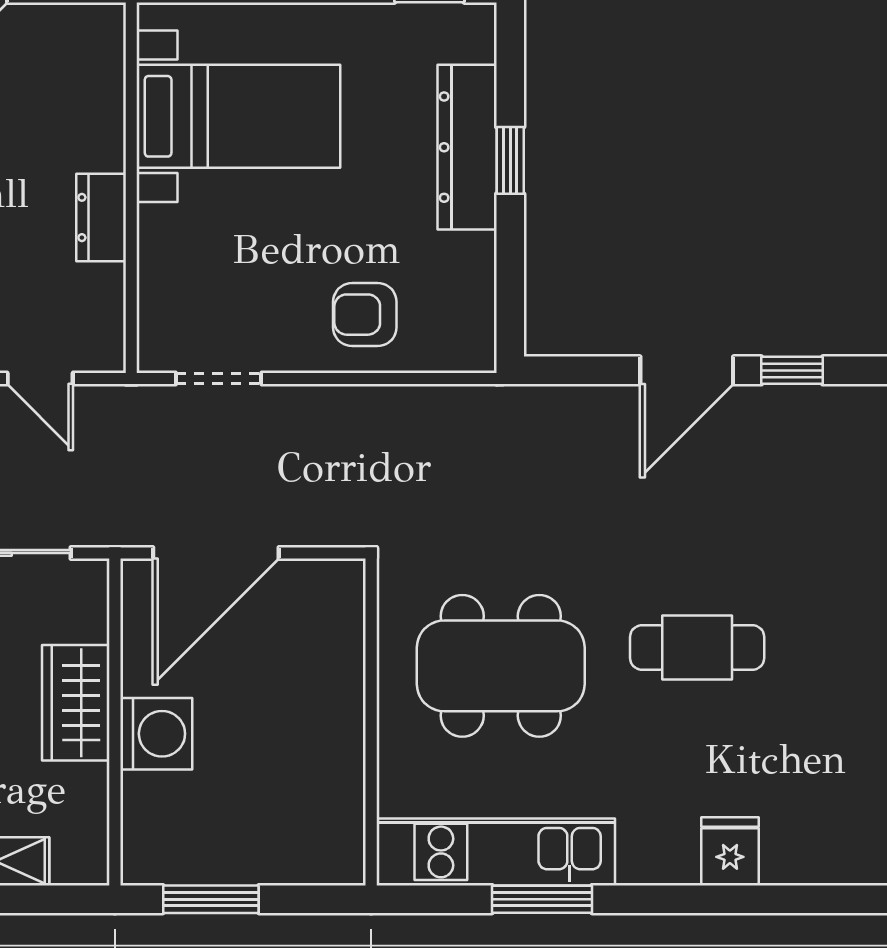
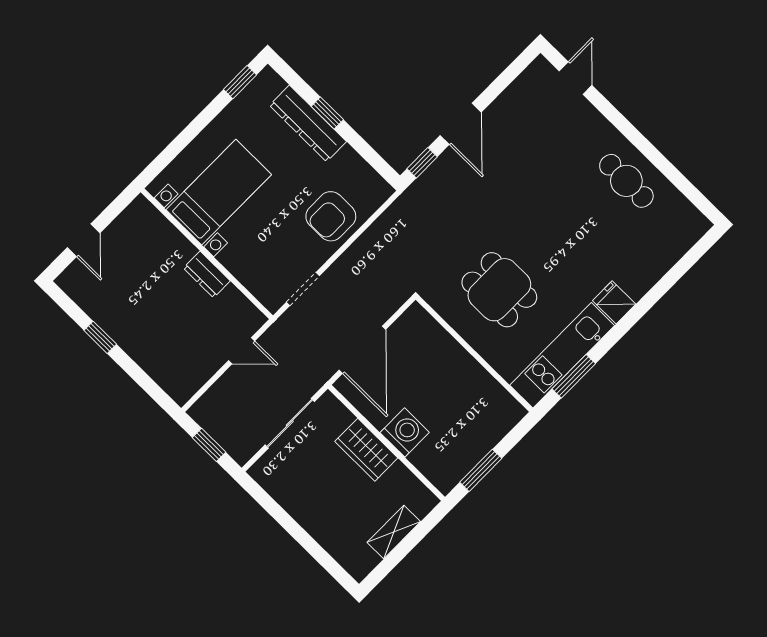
armchair: (365, 315) -> (331, 216), width x1.38, depth x1.38
window: (792, 370) -> (422, 163), moved
cafe table: (697, 647) -> (626, 181), moved, turned 90
dining table: (501, 666) -> (499, 290), width x0.73
fridge: (730, 851) -> (614, 302), moved
window: (542, 899) -> (574, 376), moved

